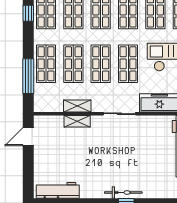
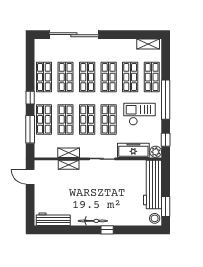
window: (28, 13) -> (30, 98), moved
door: (28, 137) -> (30, 177), hinge flipped
bicycle: (123, 192) -> (93, 221), moved

